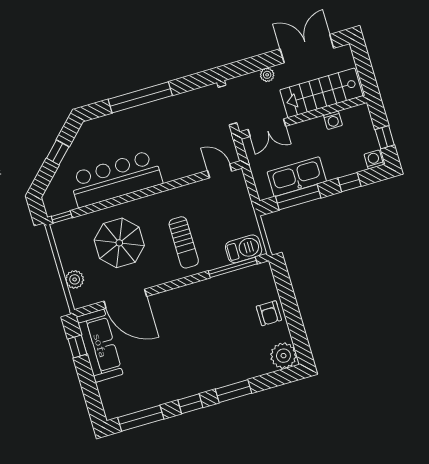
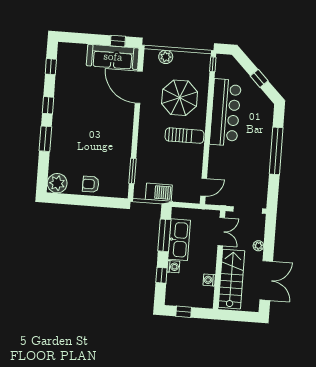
double door: (267, 128) -> (221, 232), swing flipped
washing machine: (374, 159) -> (173, 267), moved
sun lounger: (184, 242) -> (185, 136), moved, turned 180
barbecue: (244, 249) -> (159, 192), moved, turned -90
window: (233, 267) -> (132, 171), width x0.69
door: (125, 299) -> (139, 87), hinge flipped
window: (141, 418) -> (51, 67), width x0.46

